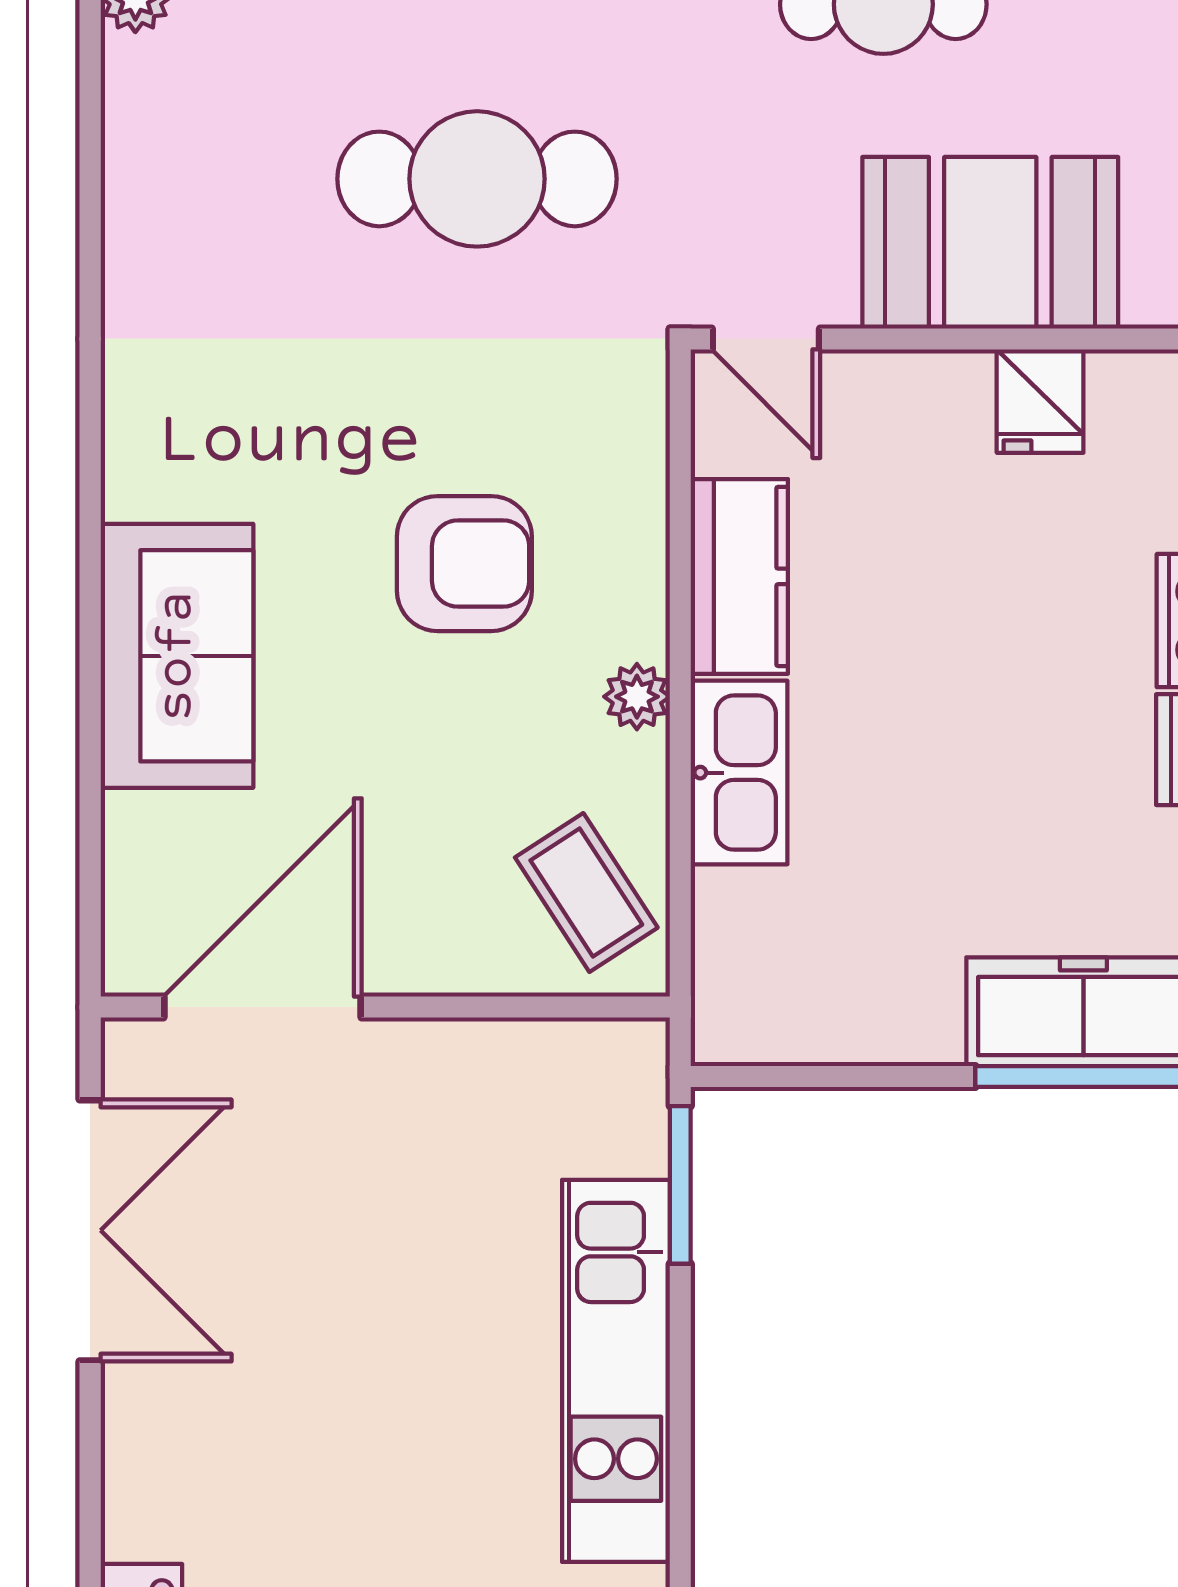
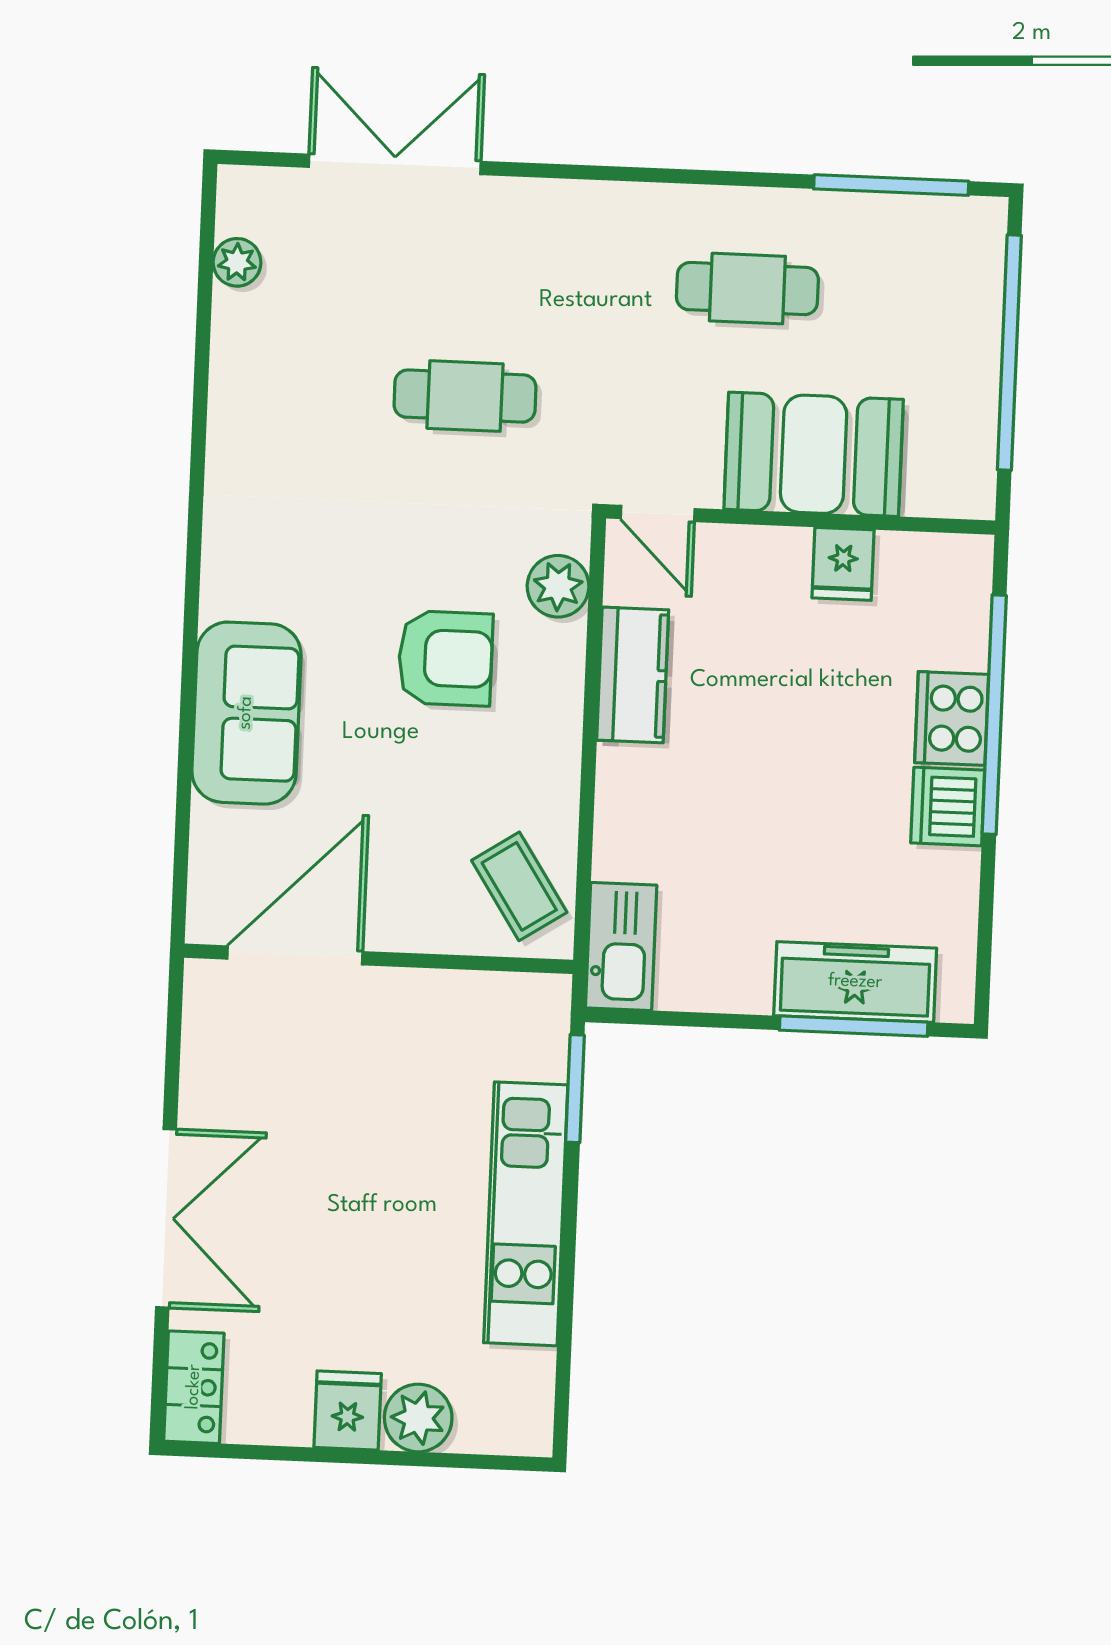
cafe table: (477, 179) -> (465, 396), width x0.73, depth x0.74
plant: (637, 697) -> (558, 586), moved, width x1.38, depth x1.38
kitchen sink: (739, 773) -> (621, 947), moved
double door: (90, 1230) -> (166, 1218), moved

